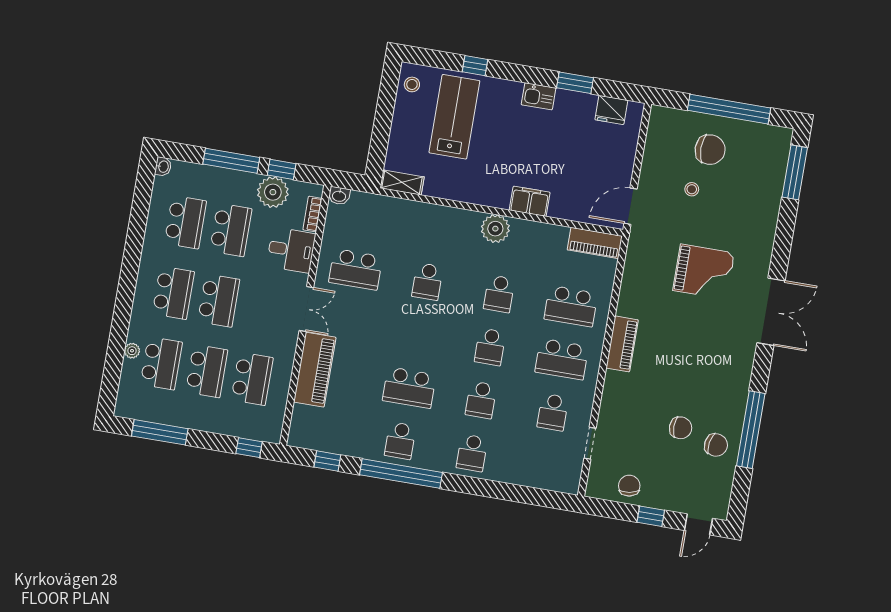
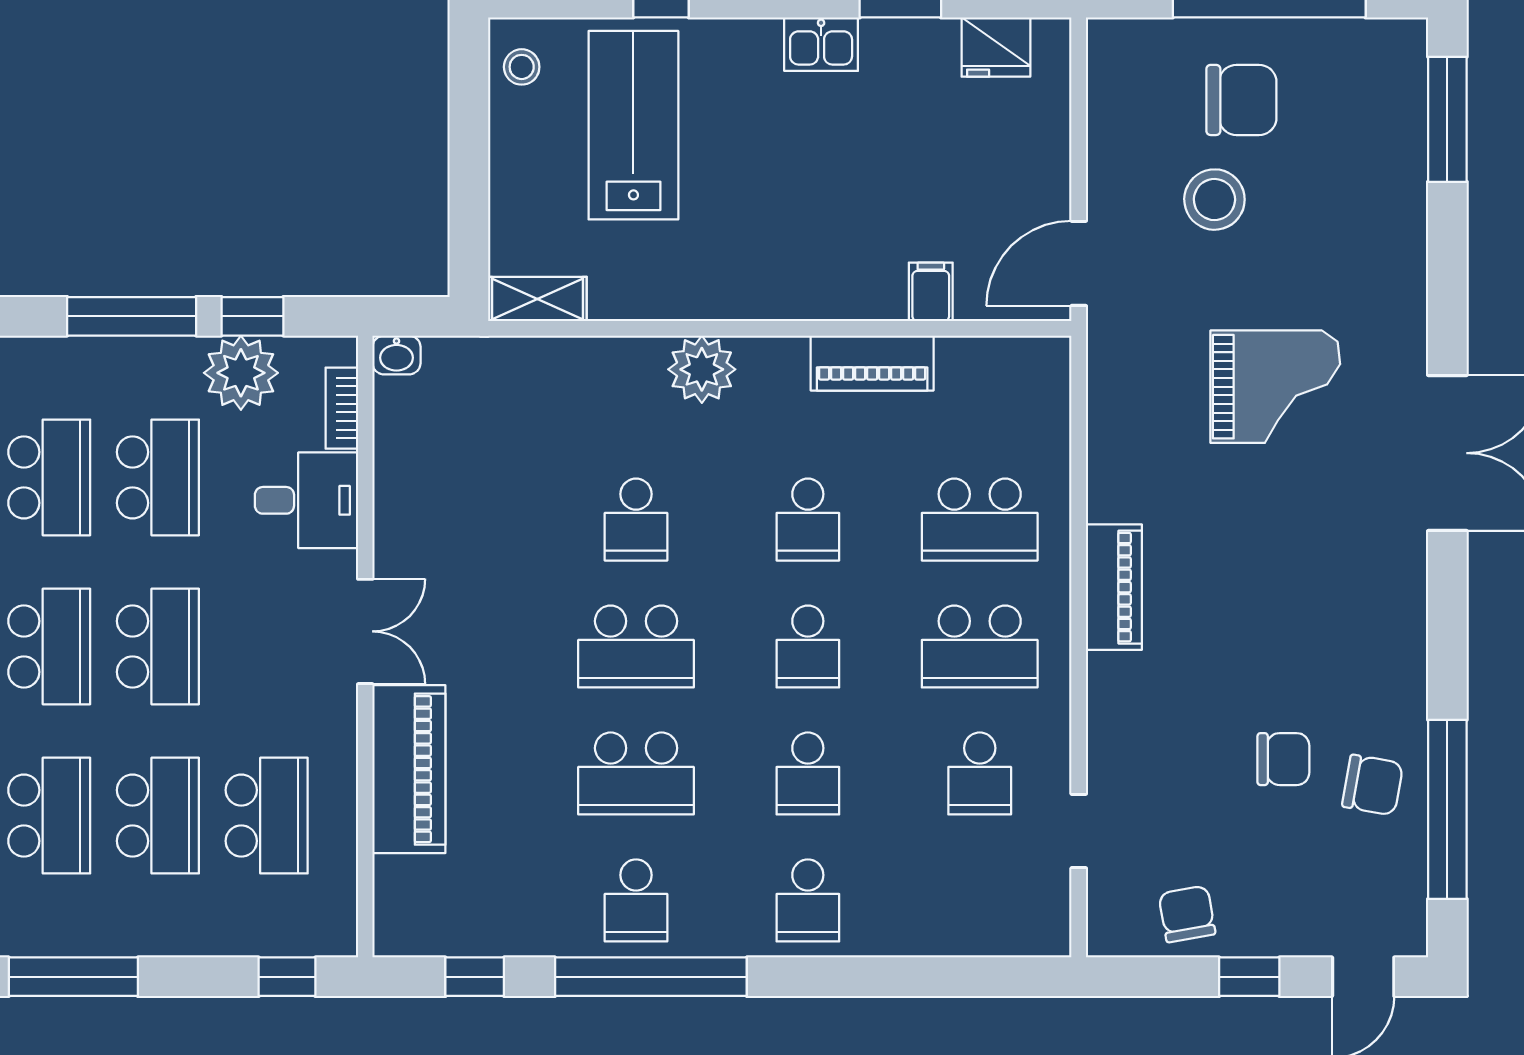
stool: (692, 189) -> (1214, 200), width x1.89, depth x1.89
filing cabinet: (530, 201) -> (931, 292), moved, width x0.50
plant: (495, 229) -> (702, 369), moved
piano: (595, 243) -> (872, 363), moved
school desk: (356, 269) -> (636, 646), moved
window: (751, 430) -> (1447, 809), moved

